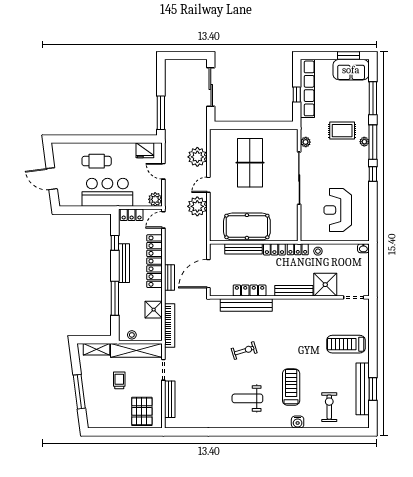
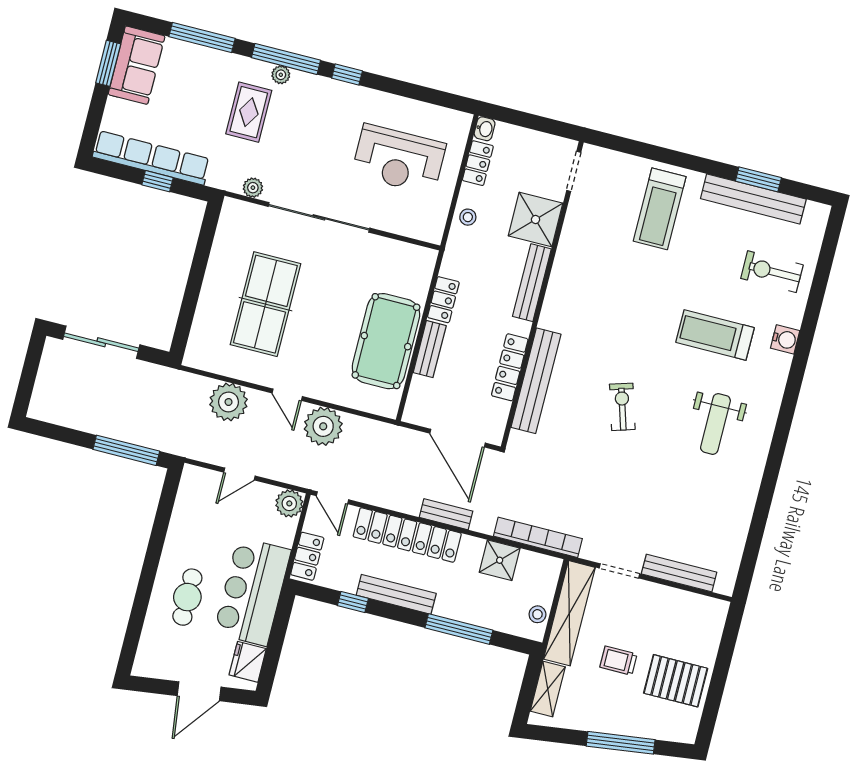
fridge: (145, 150) -> (248, 662), moved, turned 180
table tennis table: (250, 163) -> (265, 304), turned 90
bench: (244, 249) -> (430, 349), width x0.73
locker: (298, 249) -> (478, 163), moved
pallet: (142, 411) -> (676, 681), moved

